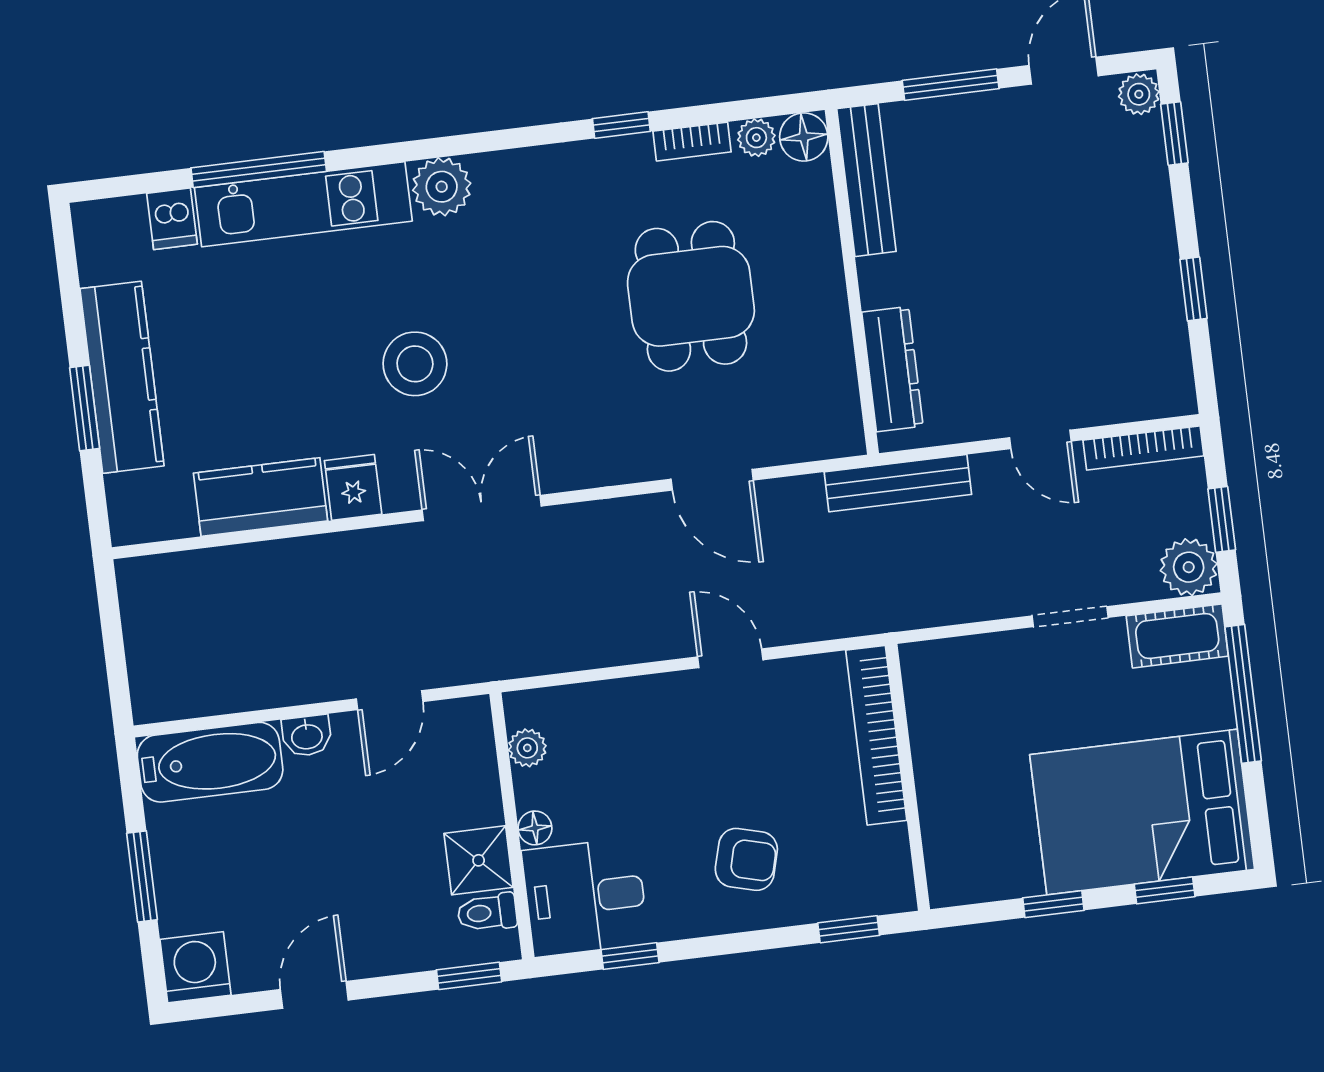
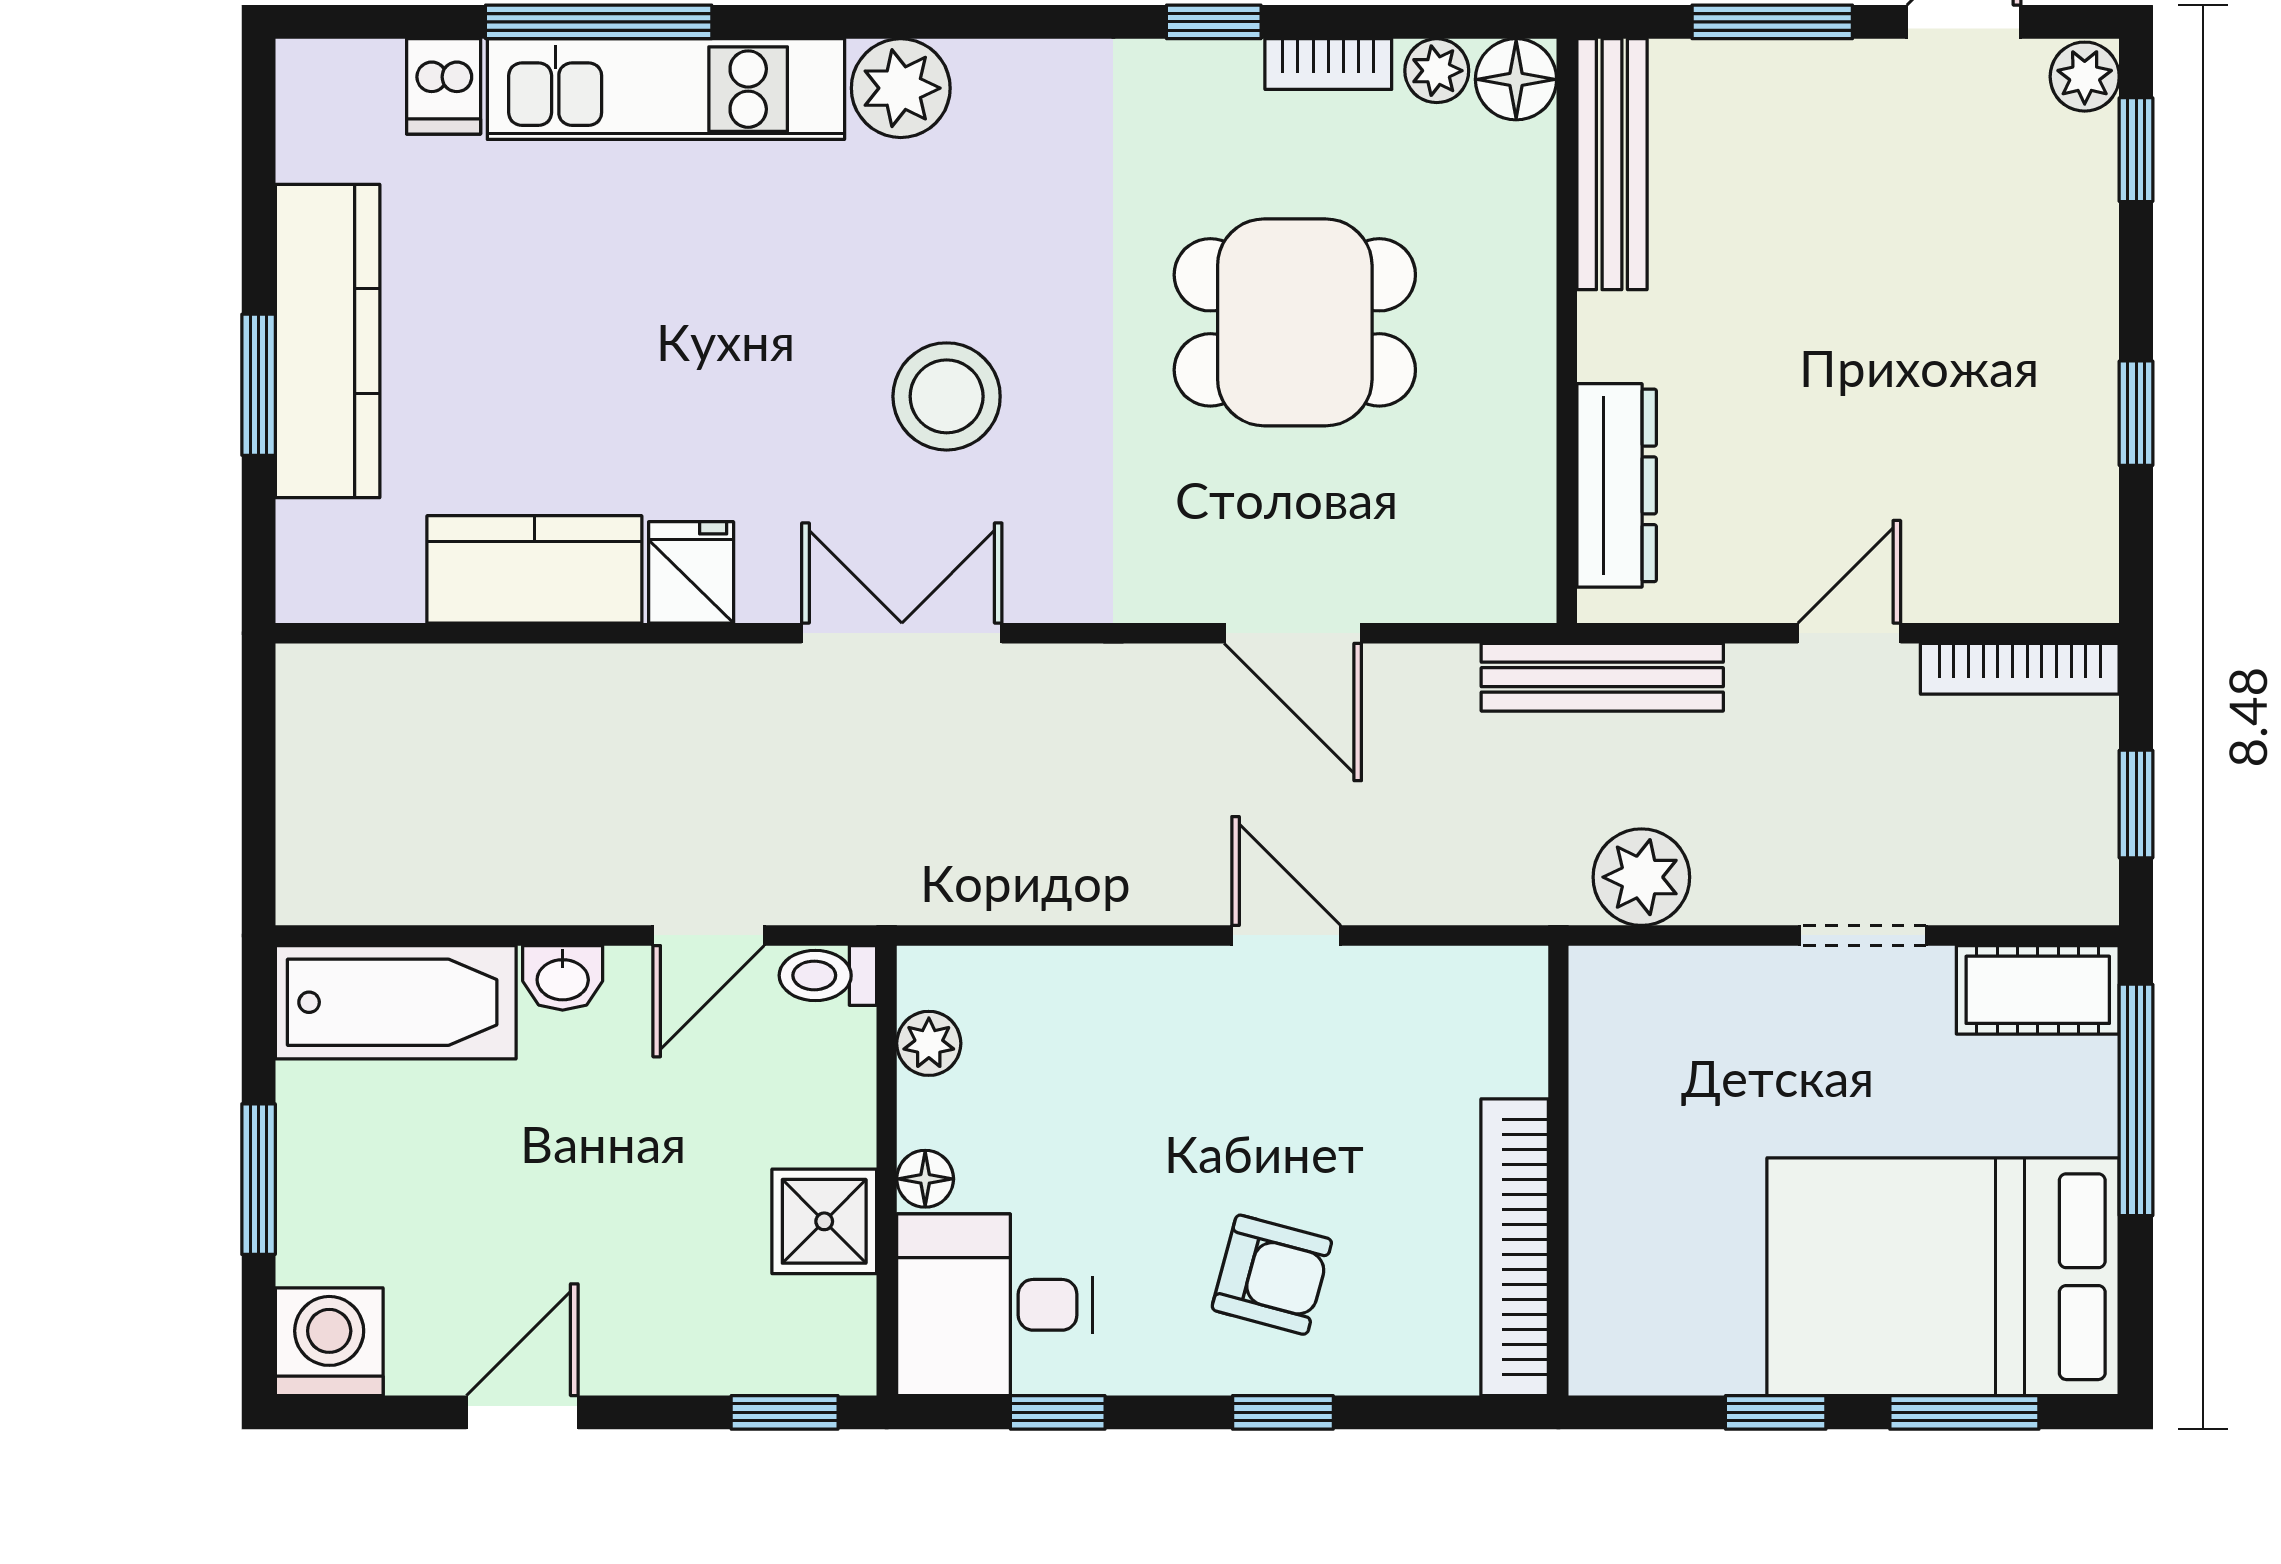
dining table: (691, 296) -> (1295, 322), turned 90
stool: (415, 364) -> (947, 396), moved
door: (1040, 439) -> (1849, 633), swing flipped
plant: (1189, 567) -> (1641, 877), moved
bookcase: (876, 735) -> (1515, 1247), moved
window: (1165, 890) -> (1964, 1412), width x1.50
toilet: (487, 913) -> (828, 975), moved
window: (849, 929) -> (1283, 1412), moved

